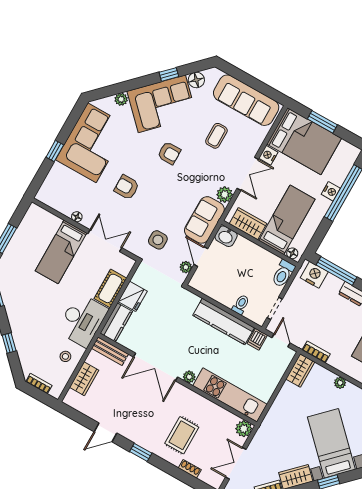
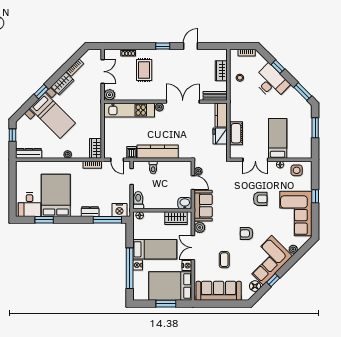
bed: (287, 220) -> (155, 249), moved, turned -90
side table: (158, 240) -> (297, 170), moved
desk: (82, 320) -> (271, 82), moved, turned 135

